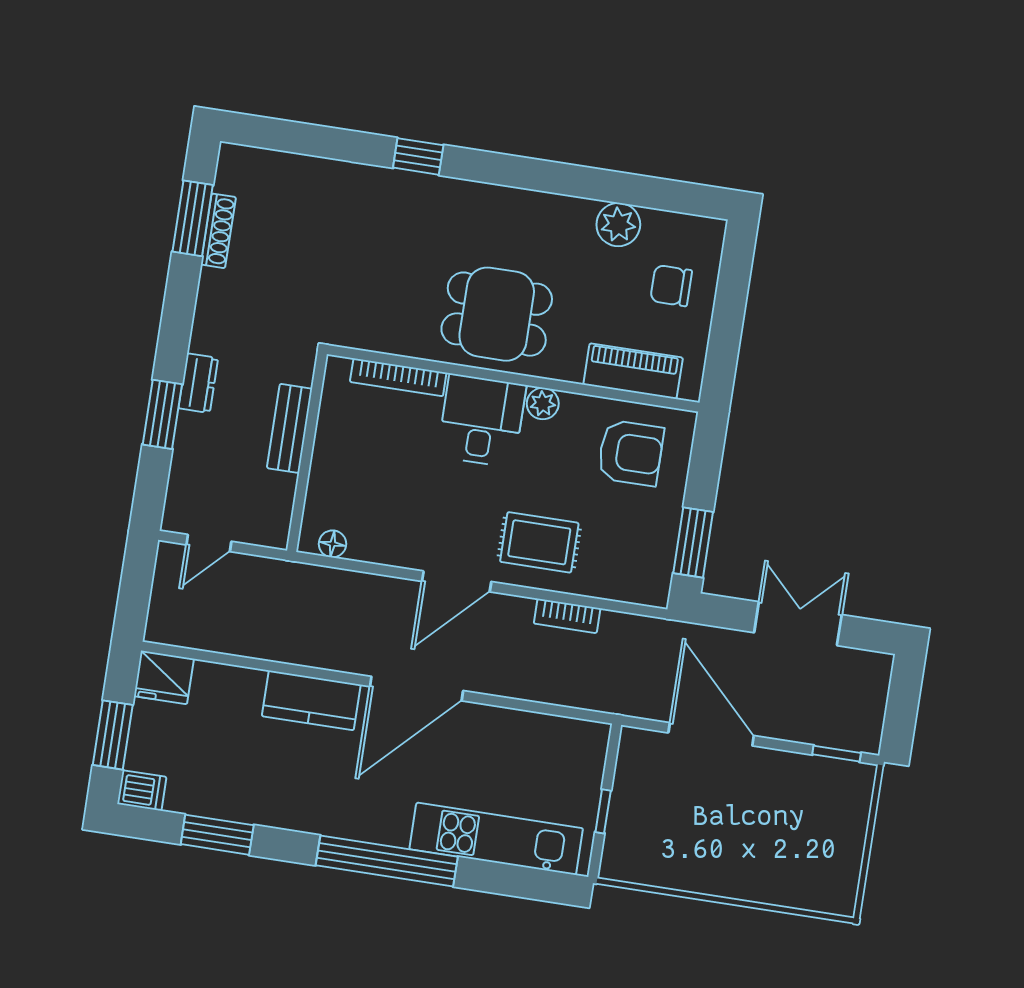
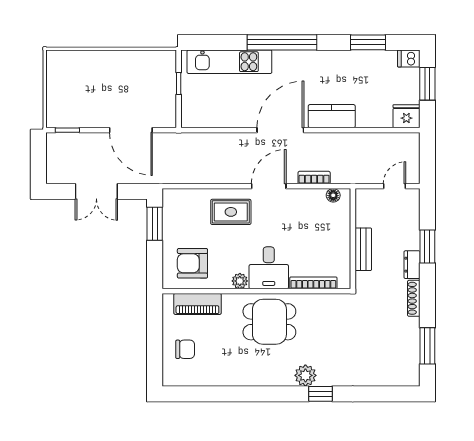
plant: (618, 225) -> (305, 375), moved
shoe rack: (218, 231) -> (414, 298), moved
bookcase: (567, 616) -> (314, 178), moved

